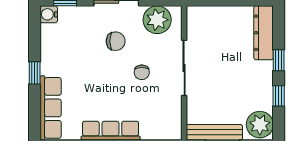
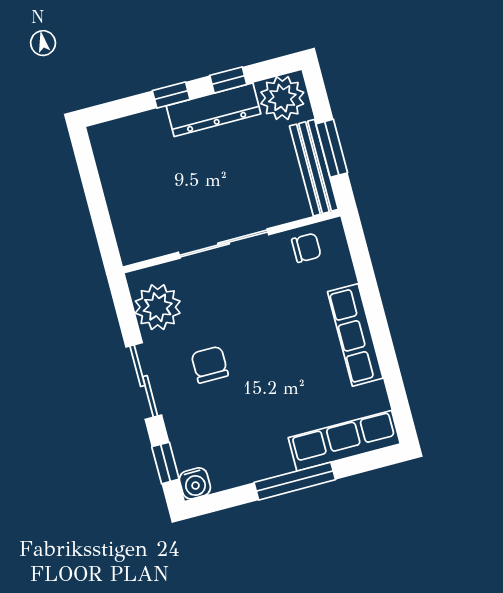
dresser: (264, 33) -> (213, 110), moved
chair: (142, 72) -> (306, 248), moved
window: (35, 73) -> (295, 481), width x2.17

